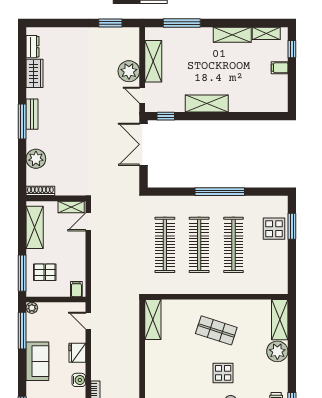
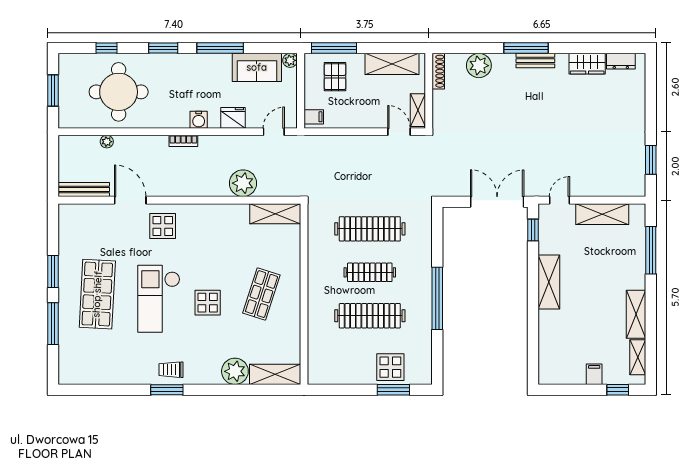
plant: (129, 71) -> (243, 183), moved
clothes rail: (199, 245) -> (370, 272), width x0.73, depth x0.76
window: (22, 331) -> (220, 48), moved
sofa: (37, 361) -> (257, 67), moved

